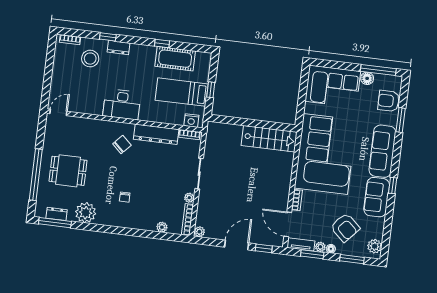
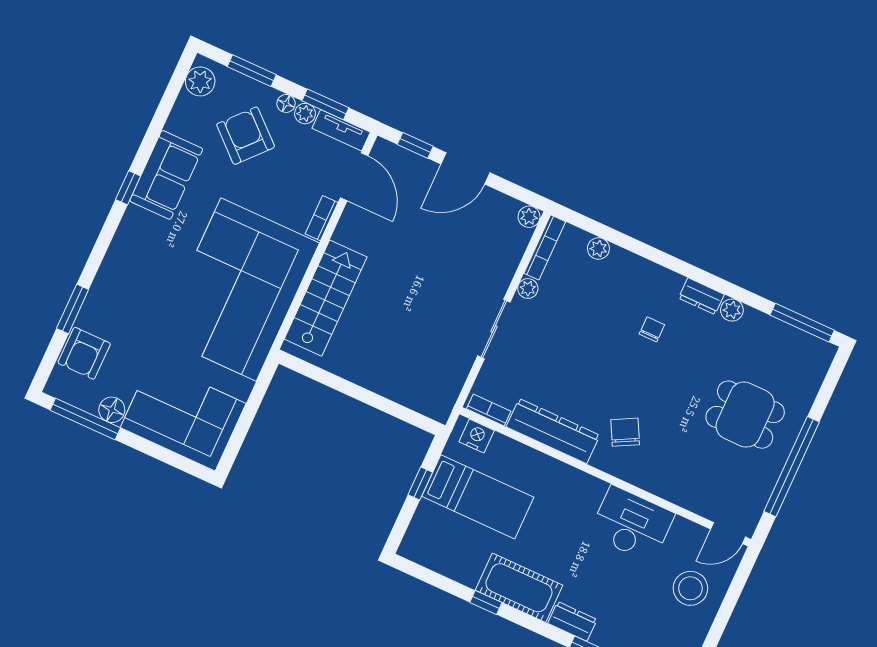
stool: (90, 59) -> (690, 588), moved
cot: (175, 59) -> (519, 588), moved
armchair: (389, 101) -> (84, 353), turned 90
desk: (122, 104) -> (632, 524), moved
stairs: (269, 139) -> (326, 298), moved, turned 90
chair: (122, 145) -> (625, 432), turned 109
sofa: (382, 151) -> (127, 260), removed
window: (36, 175) -> (792, 467), moved
plant: (86, 213) -> (732, 310), width x0.53, depth x0.53
dresser: (57, 214) -> (701, 296), moved

